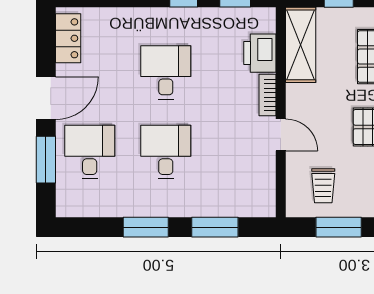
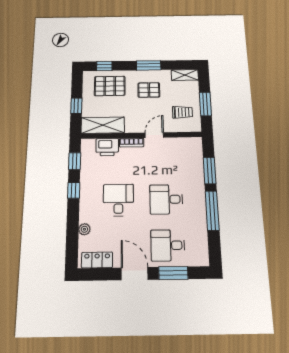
plant: (118, 17) -> (84, 229), added
desk: (166, 72) -> (118, 200), turned 90
window: (146, 227) -> (212, 210), width x1.44

